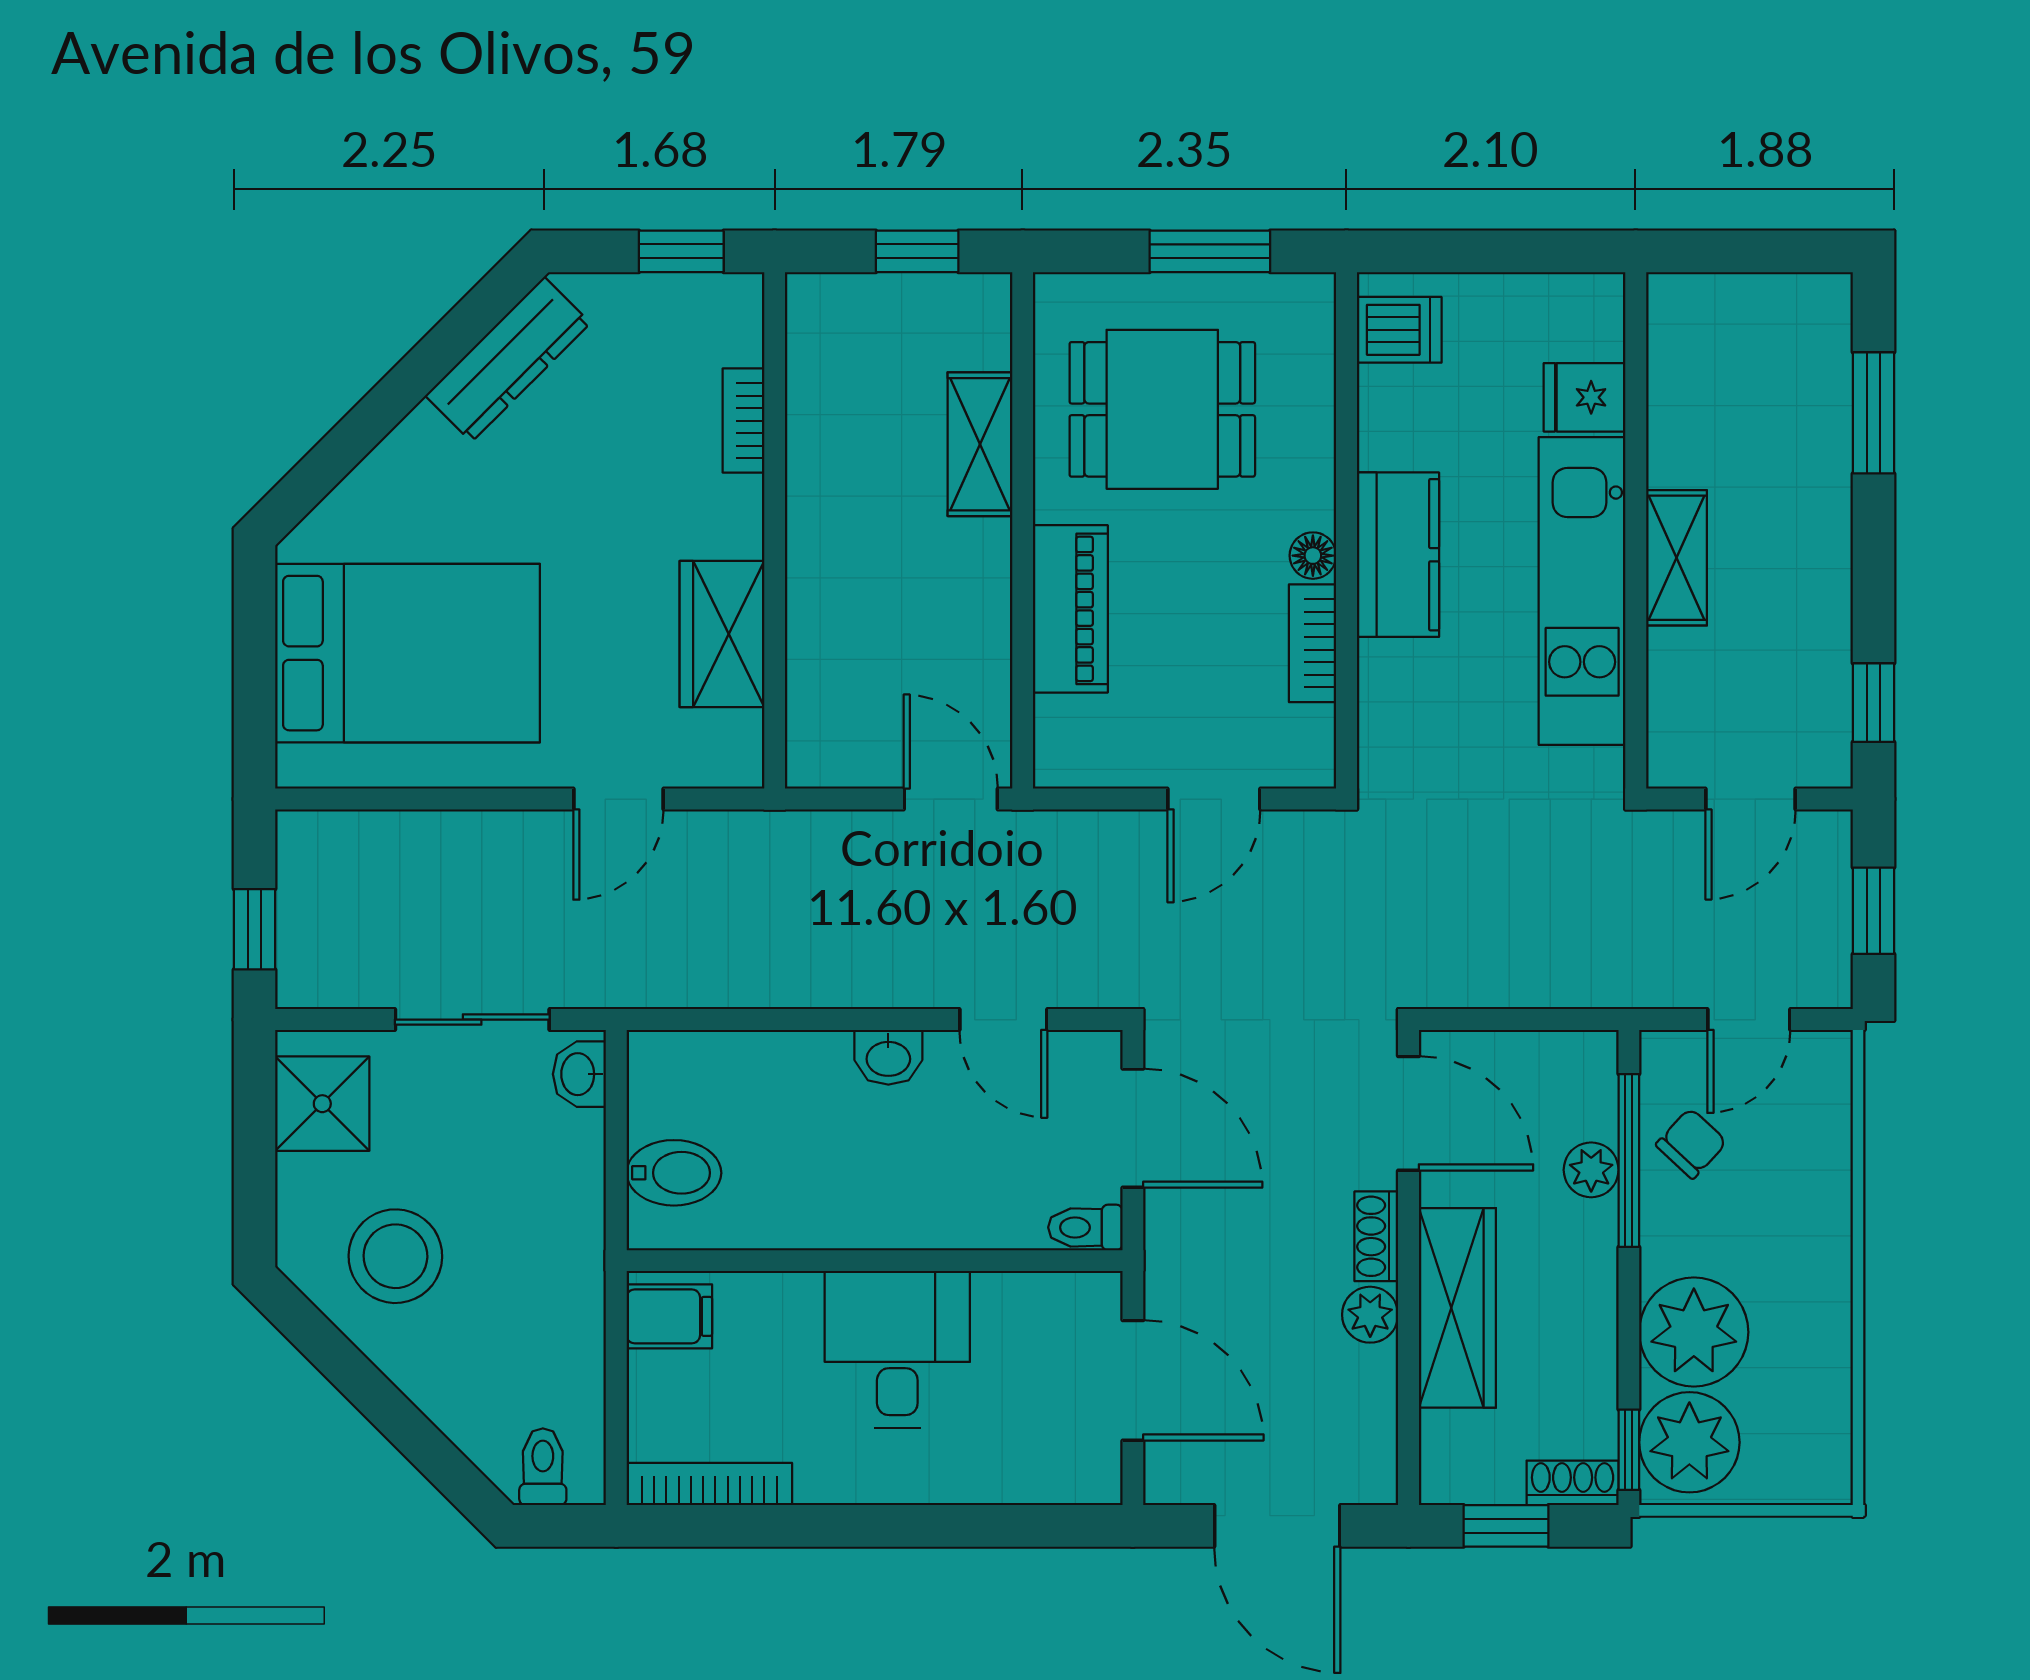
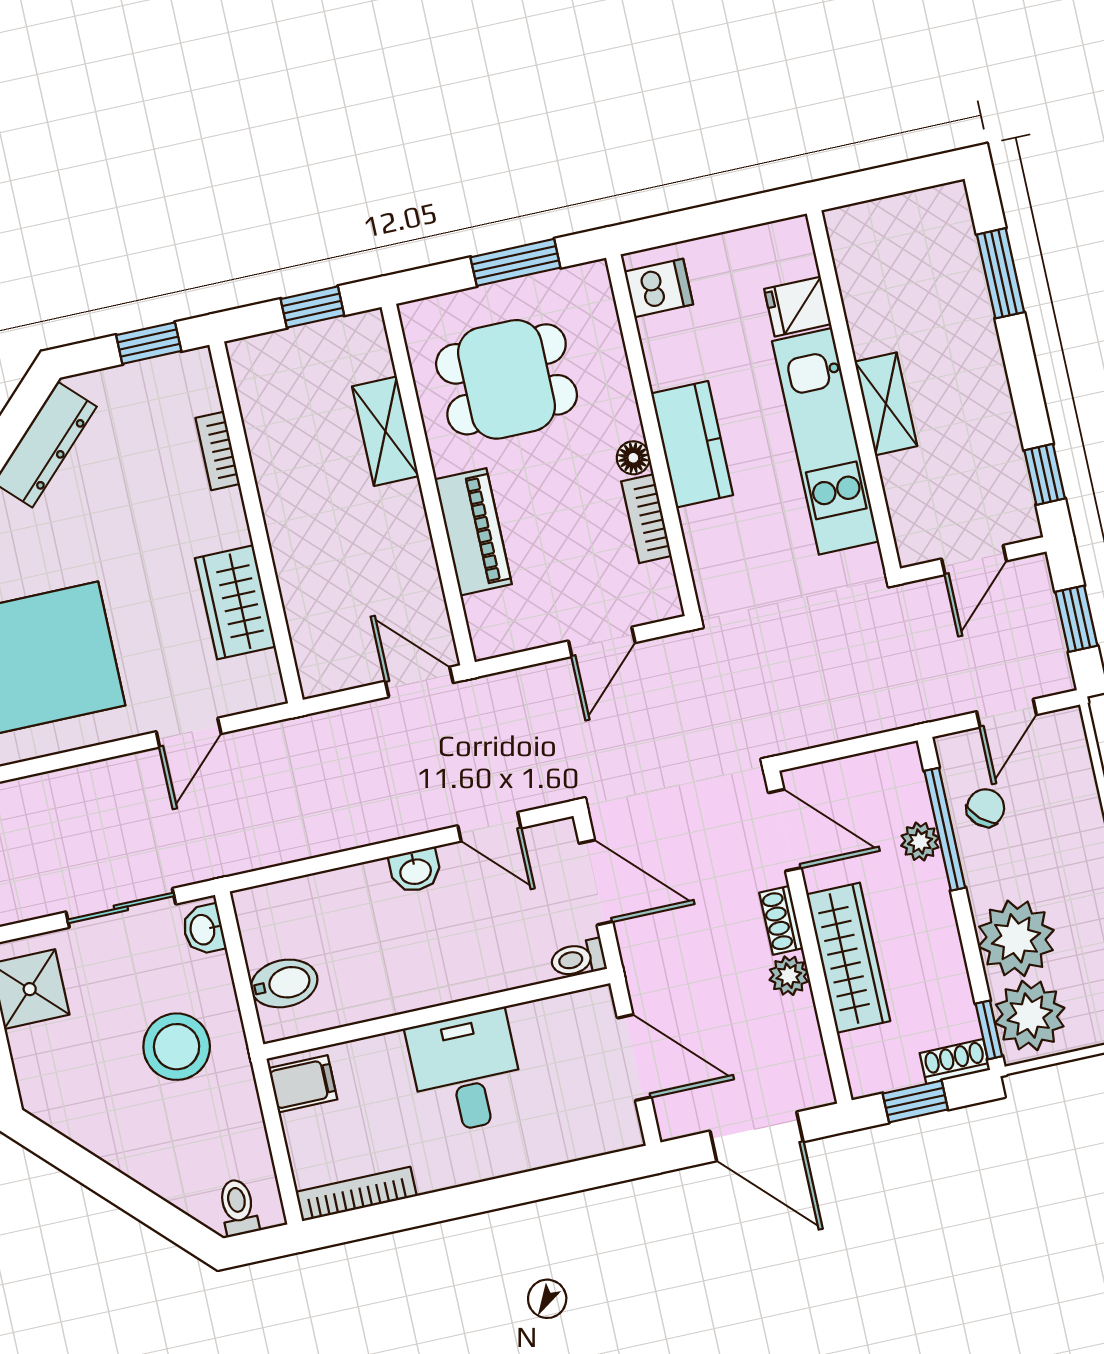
stool: (395, 1256) -> (177, 1047), moved

